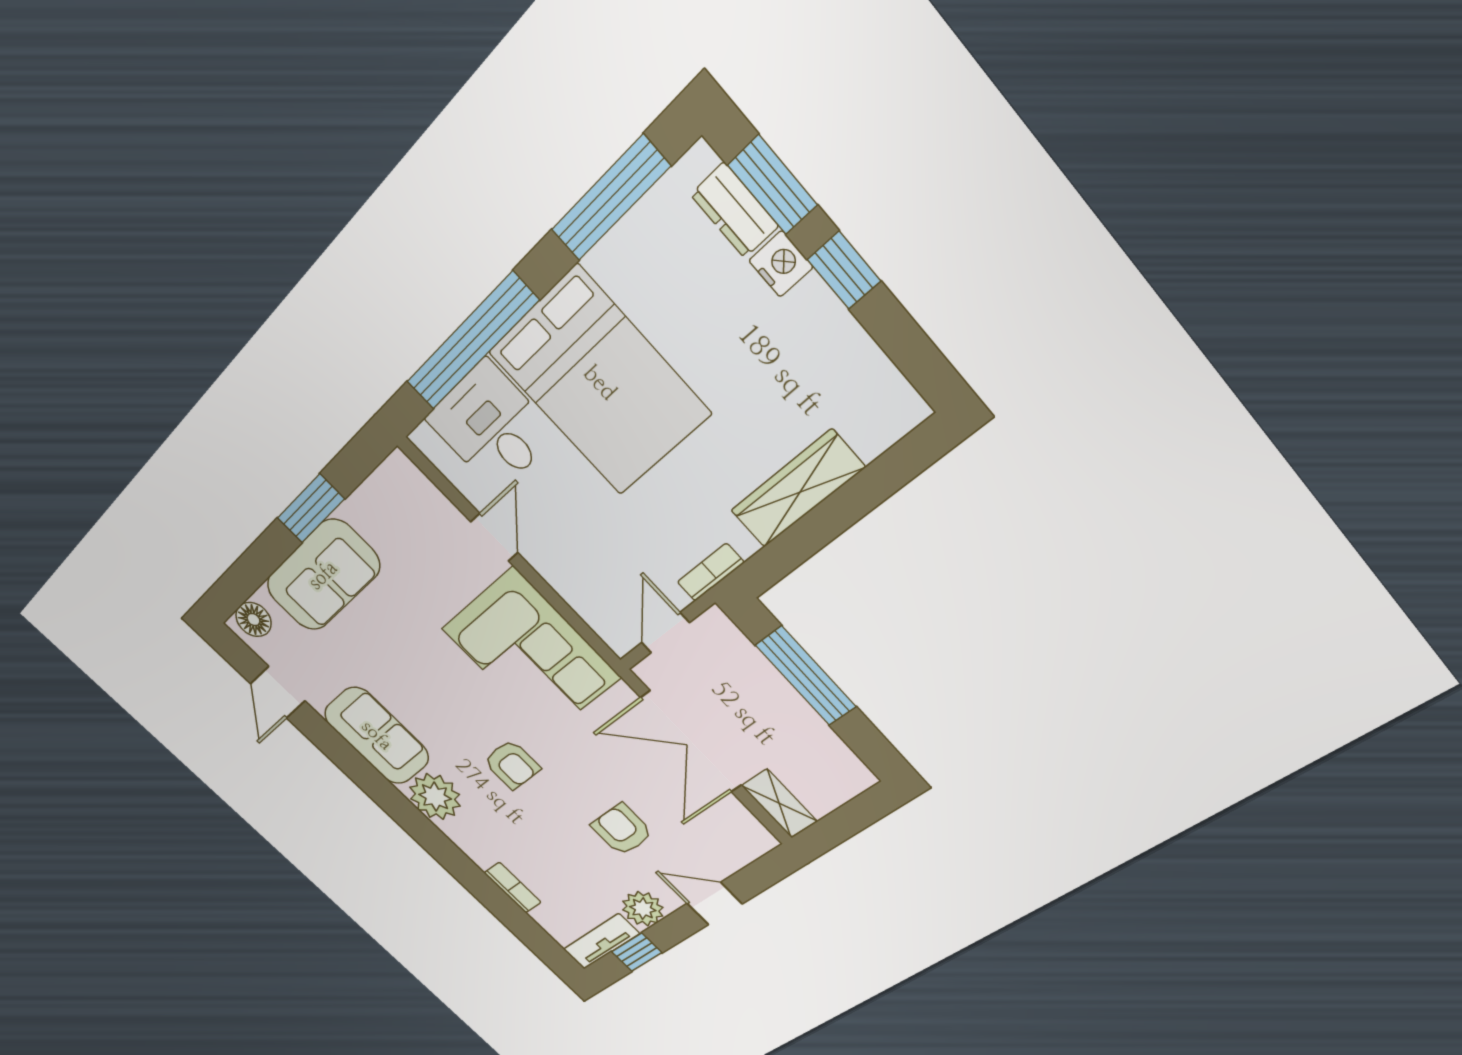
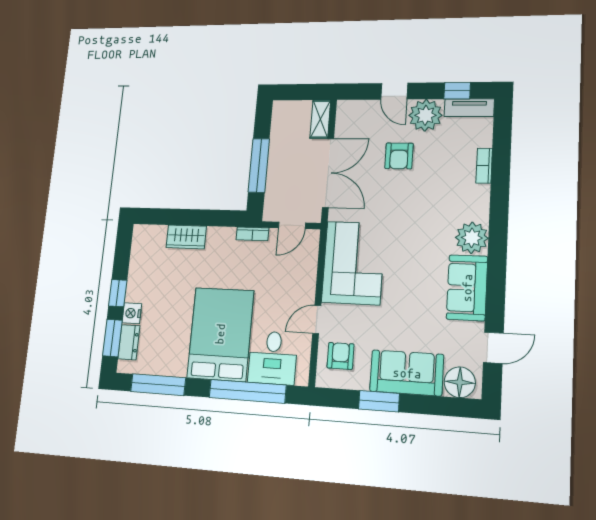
wardrobe: (797, 489) -> (186, 237), width x0.67
floor lamp: (254, 620) -> (460, 382), width x1.38, depth x1.38
armchair: (512, 765) -> (340, 356), moved
plant: (643, 909) -> (425, 115), width x1.36, depth x1.36

